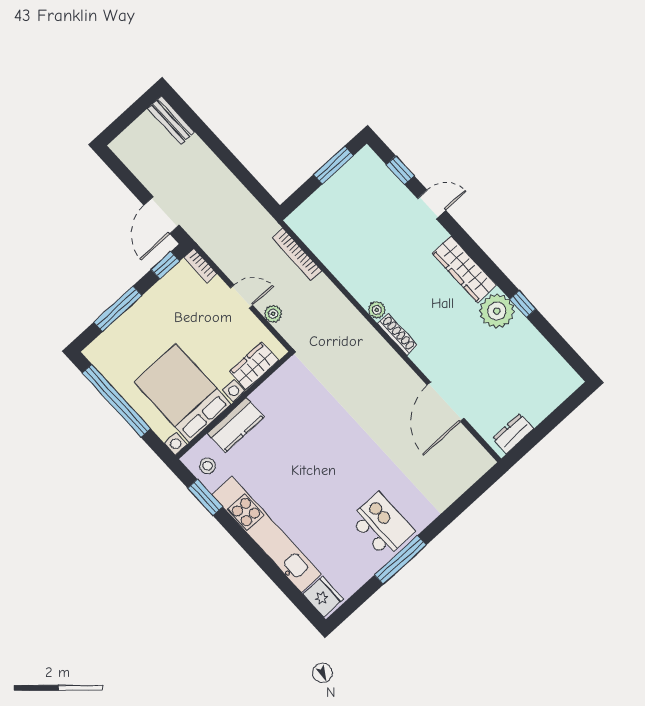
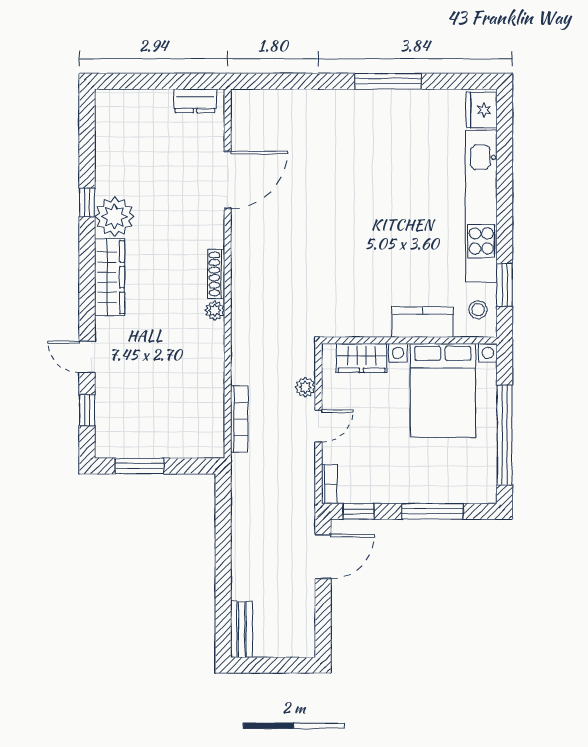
door: (242, 297) -> (318, 426), swing flipped
kitchen island: (382, 525) -> (377, 125), removed

